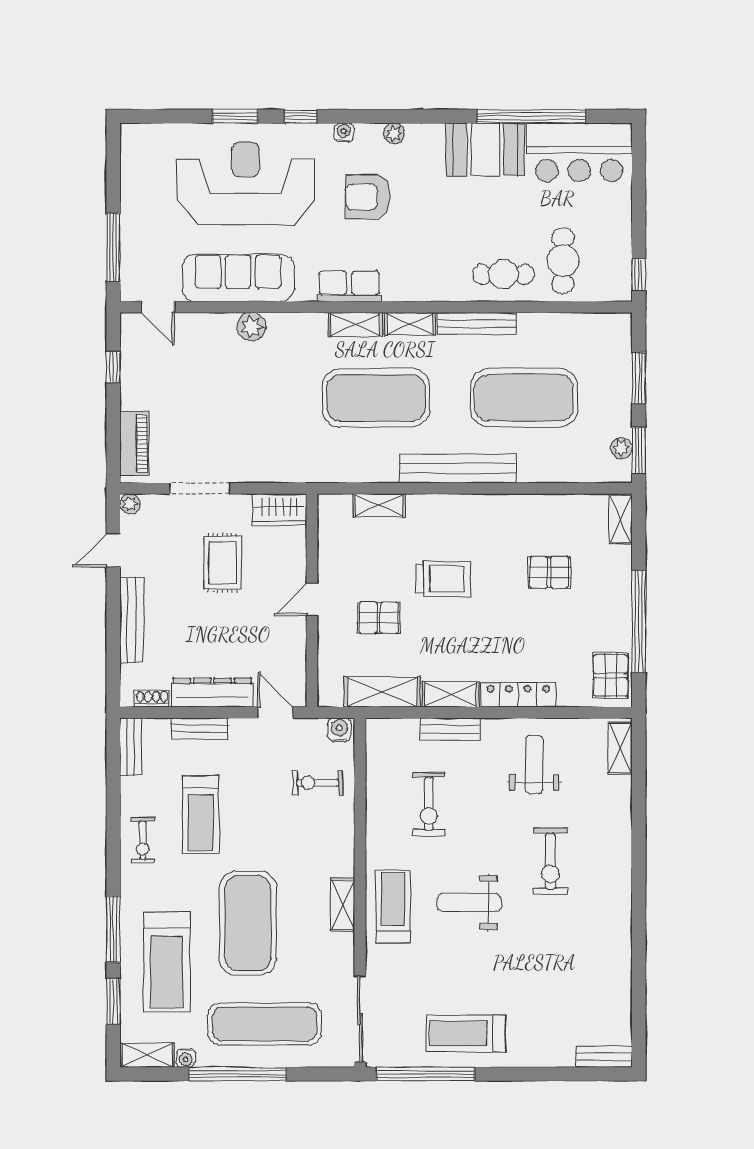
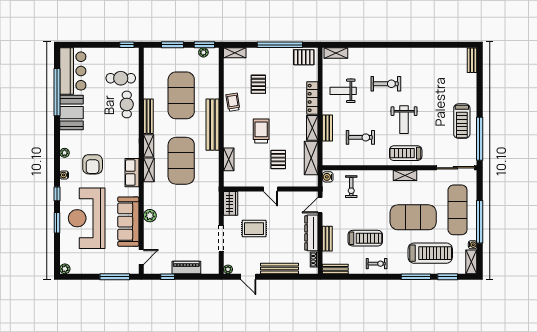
plant: (131, 134) -> (65, 269), added
piano: (134, 443) -> (186, 267), moved
trolley: (509, 515) -> (233, 102), added

